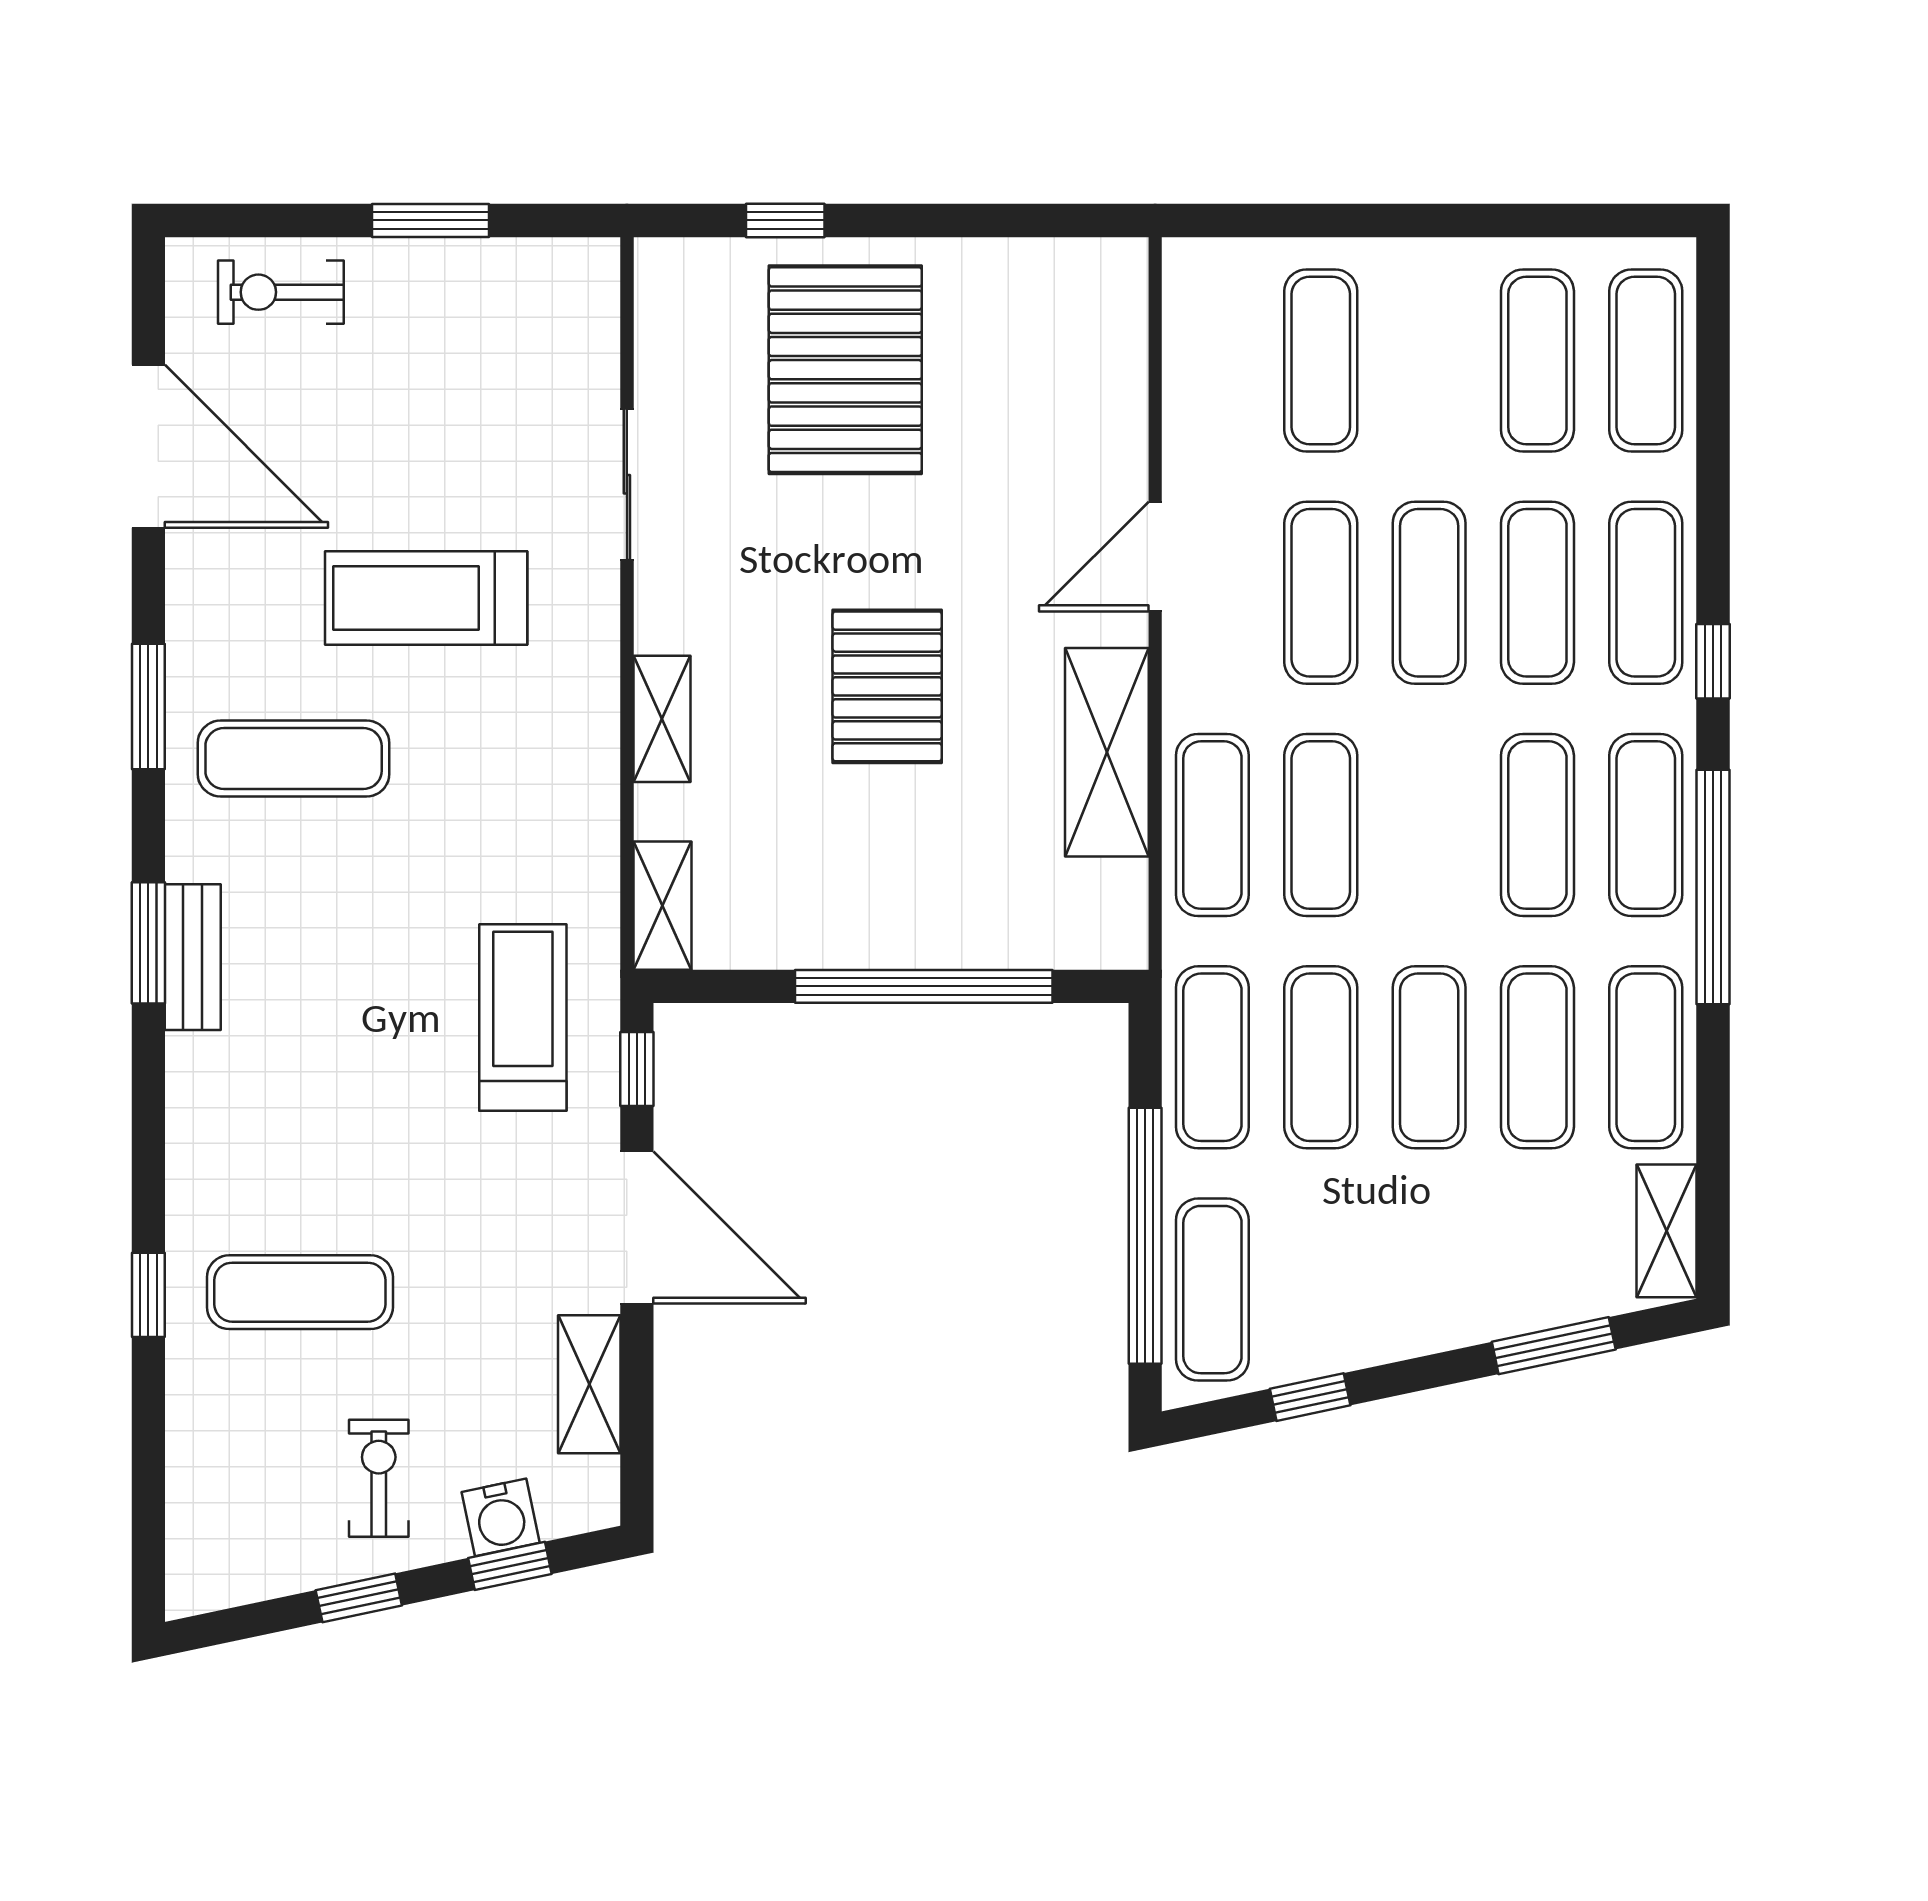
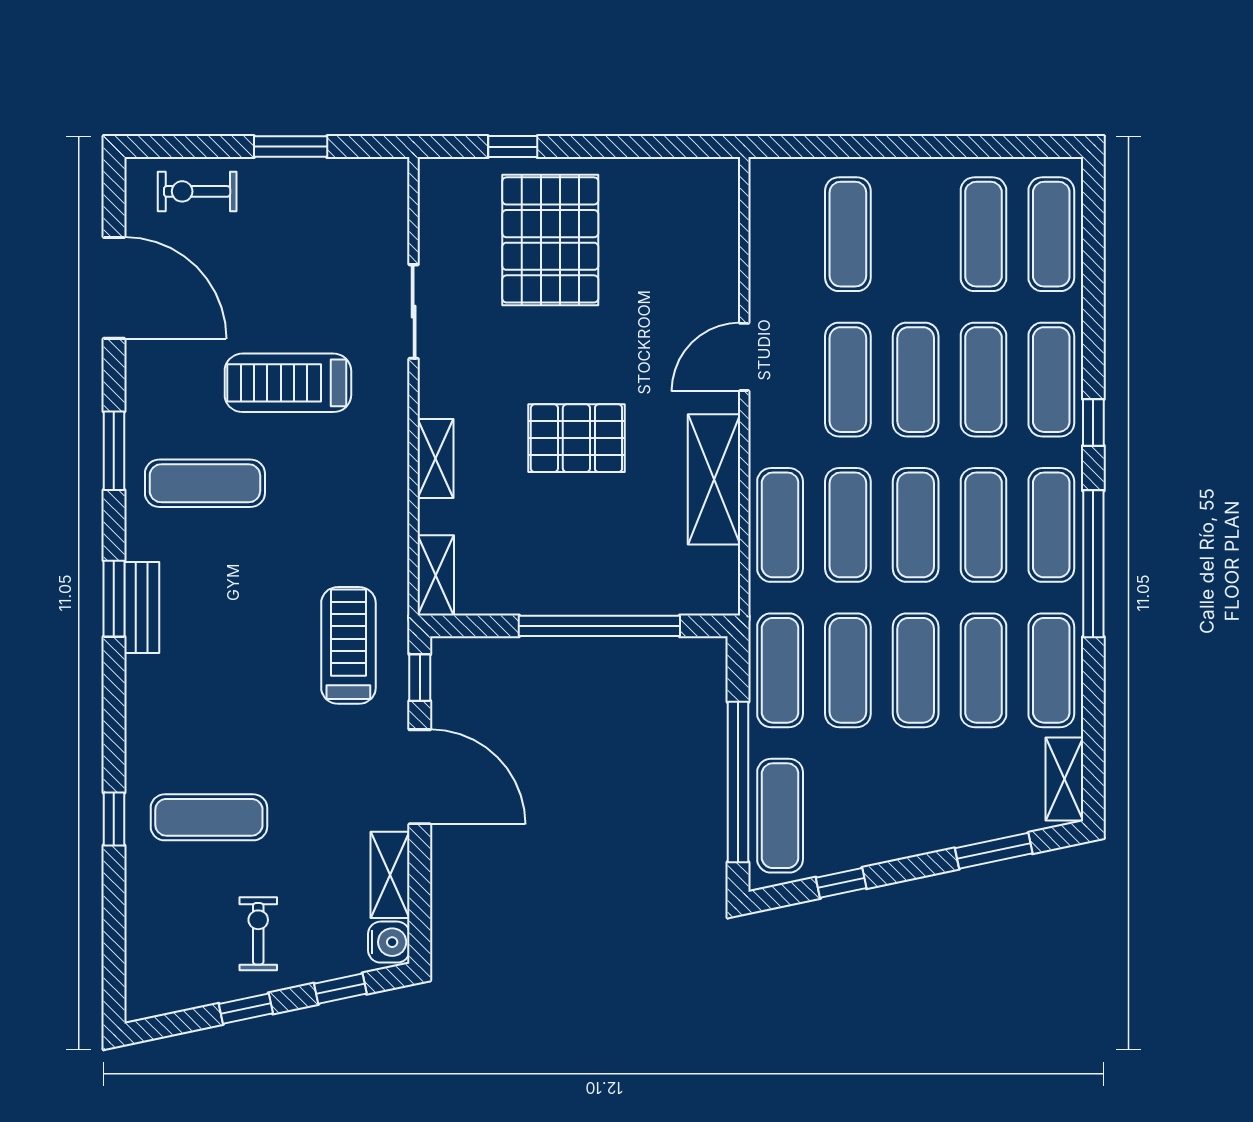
pallet: (887, 686) -> (576, 438), turned 90
exercise mat: (1429, 825) -> (916, 525), added
water cooler: (501, 1517) -> (389, 942), moved, turned -78

